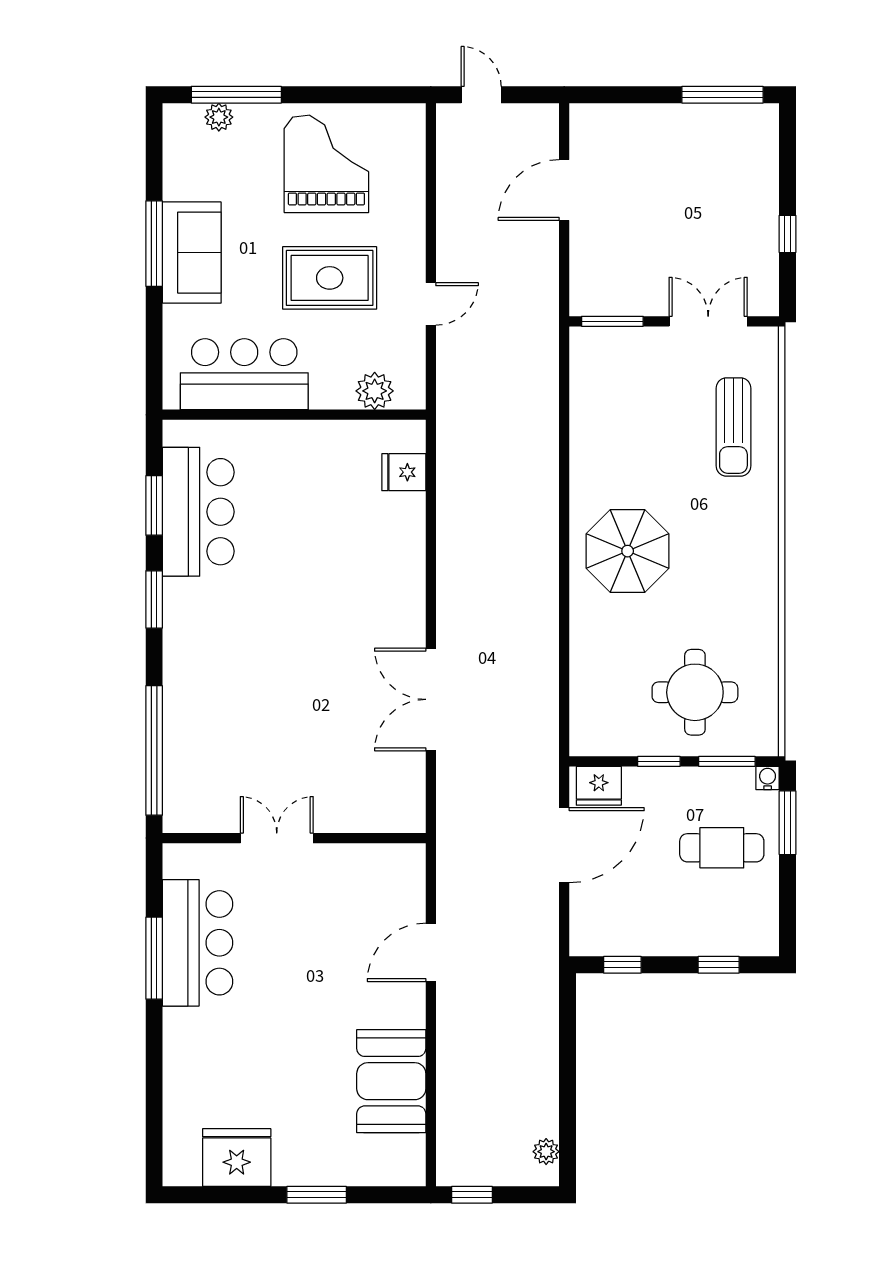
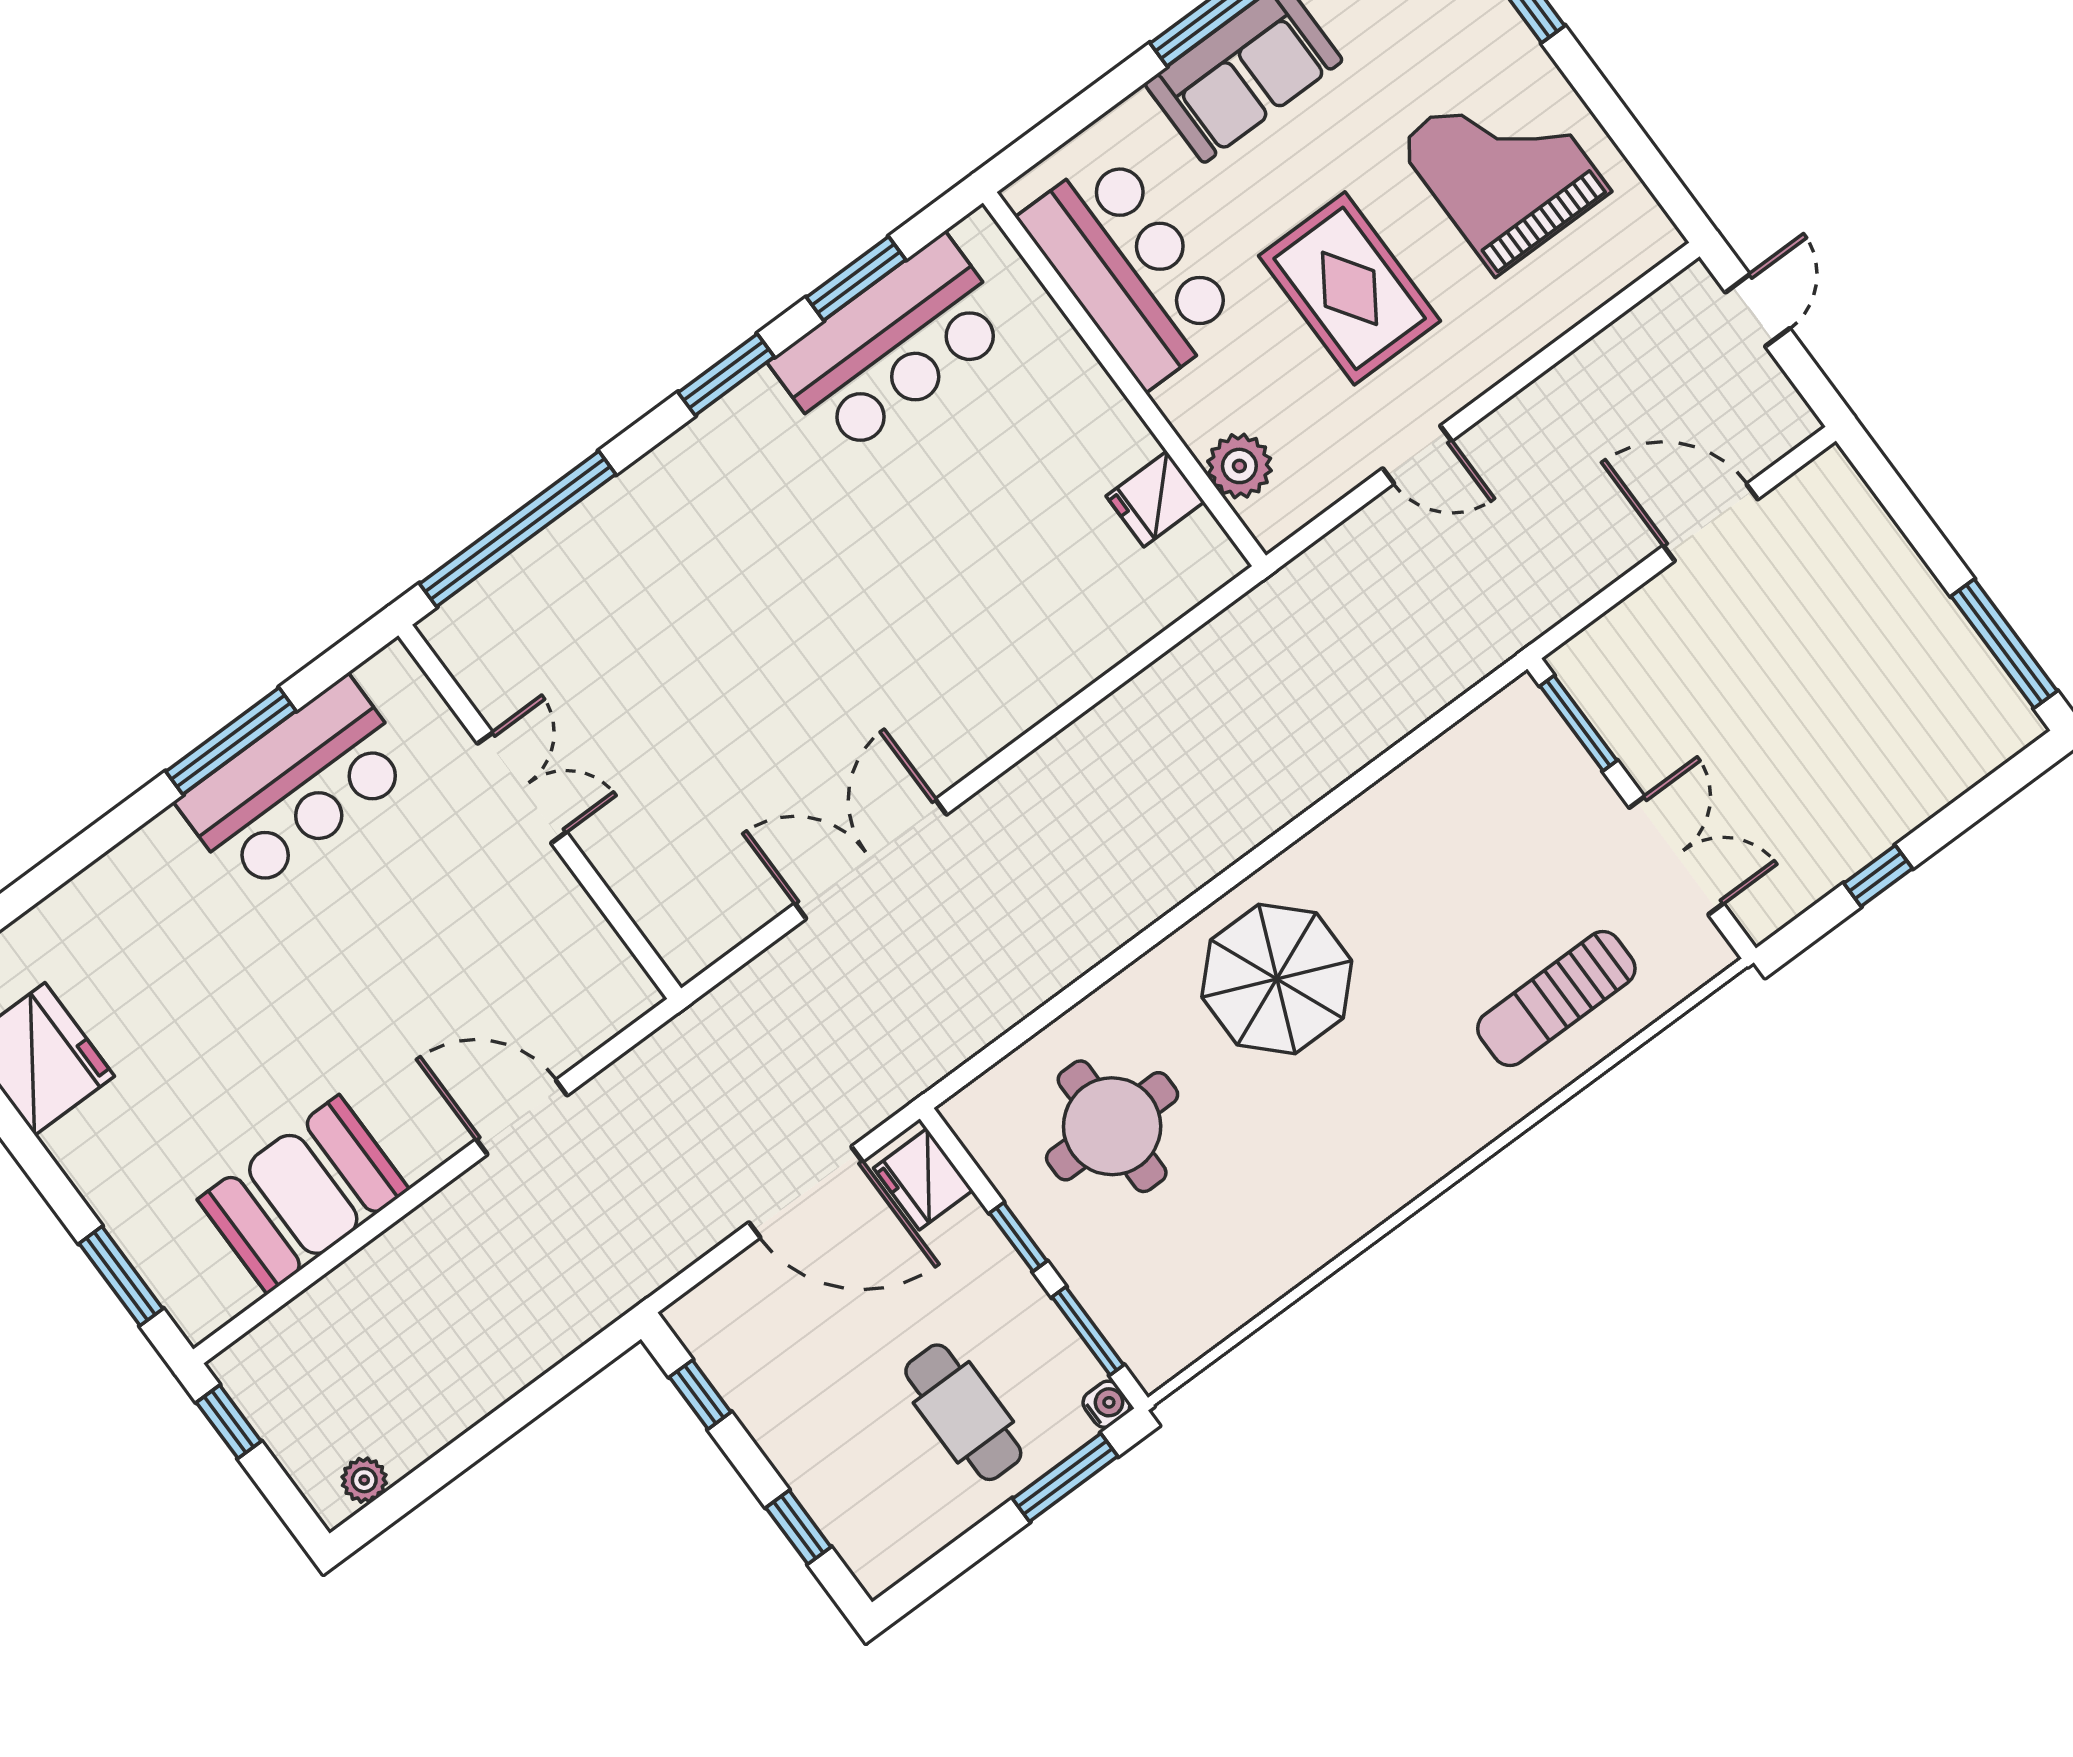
grand piano: (326, 164) -> (1504, 167), turned -90
fridge: (404, 472) -> (1155, 499), moved, turned -90
round table: (695, 692) -> (1112, 1126), moved
window: (317, 1195) -> (121, 1276), moved

